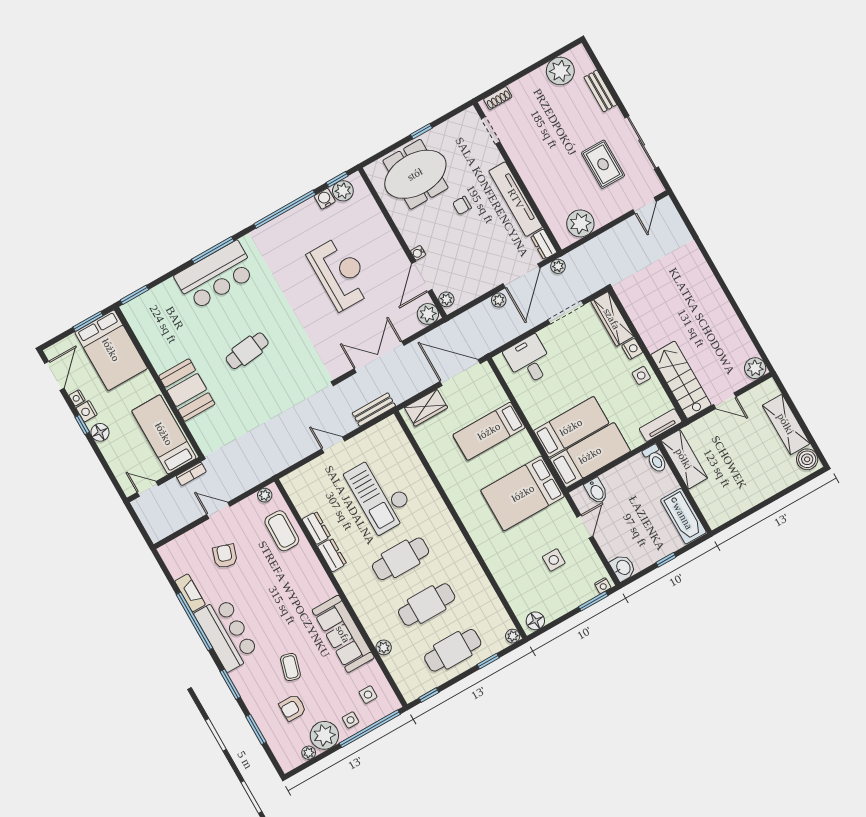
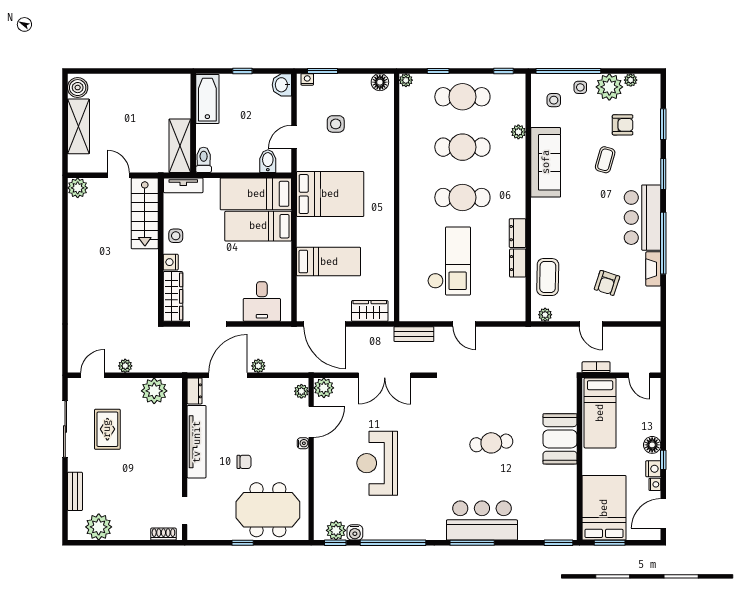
plant: (558, 266) -> (125, 366), moved

